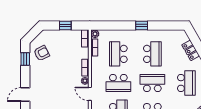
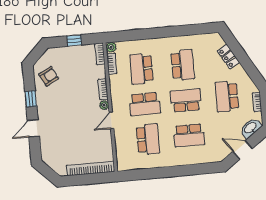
window: (142, 26) -> (167, 32), removed
window: (25, 59) -> (31, 99), moved
school desk: (186, 83) -> (227, 97), turned 180
door: (90, 94) -> (111, 120), hinge flipped

